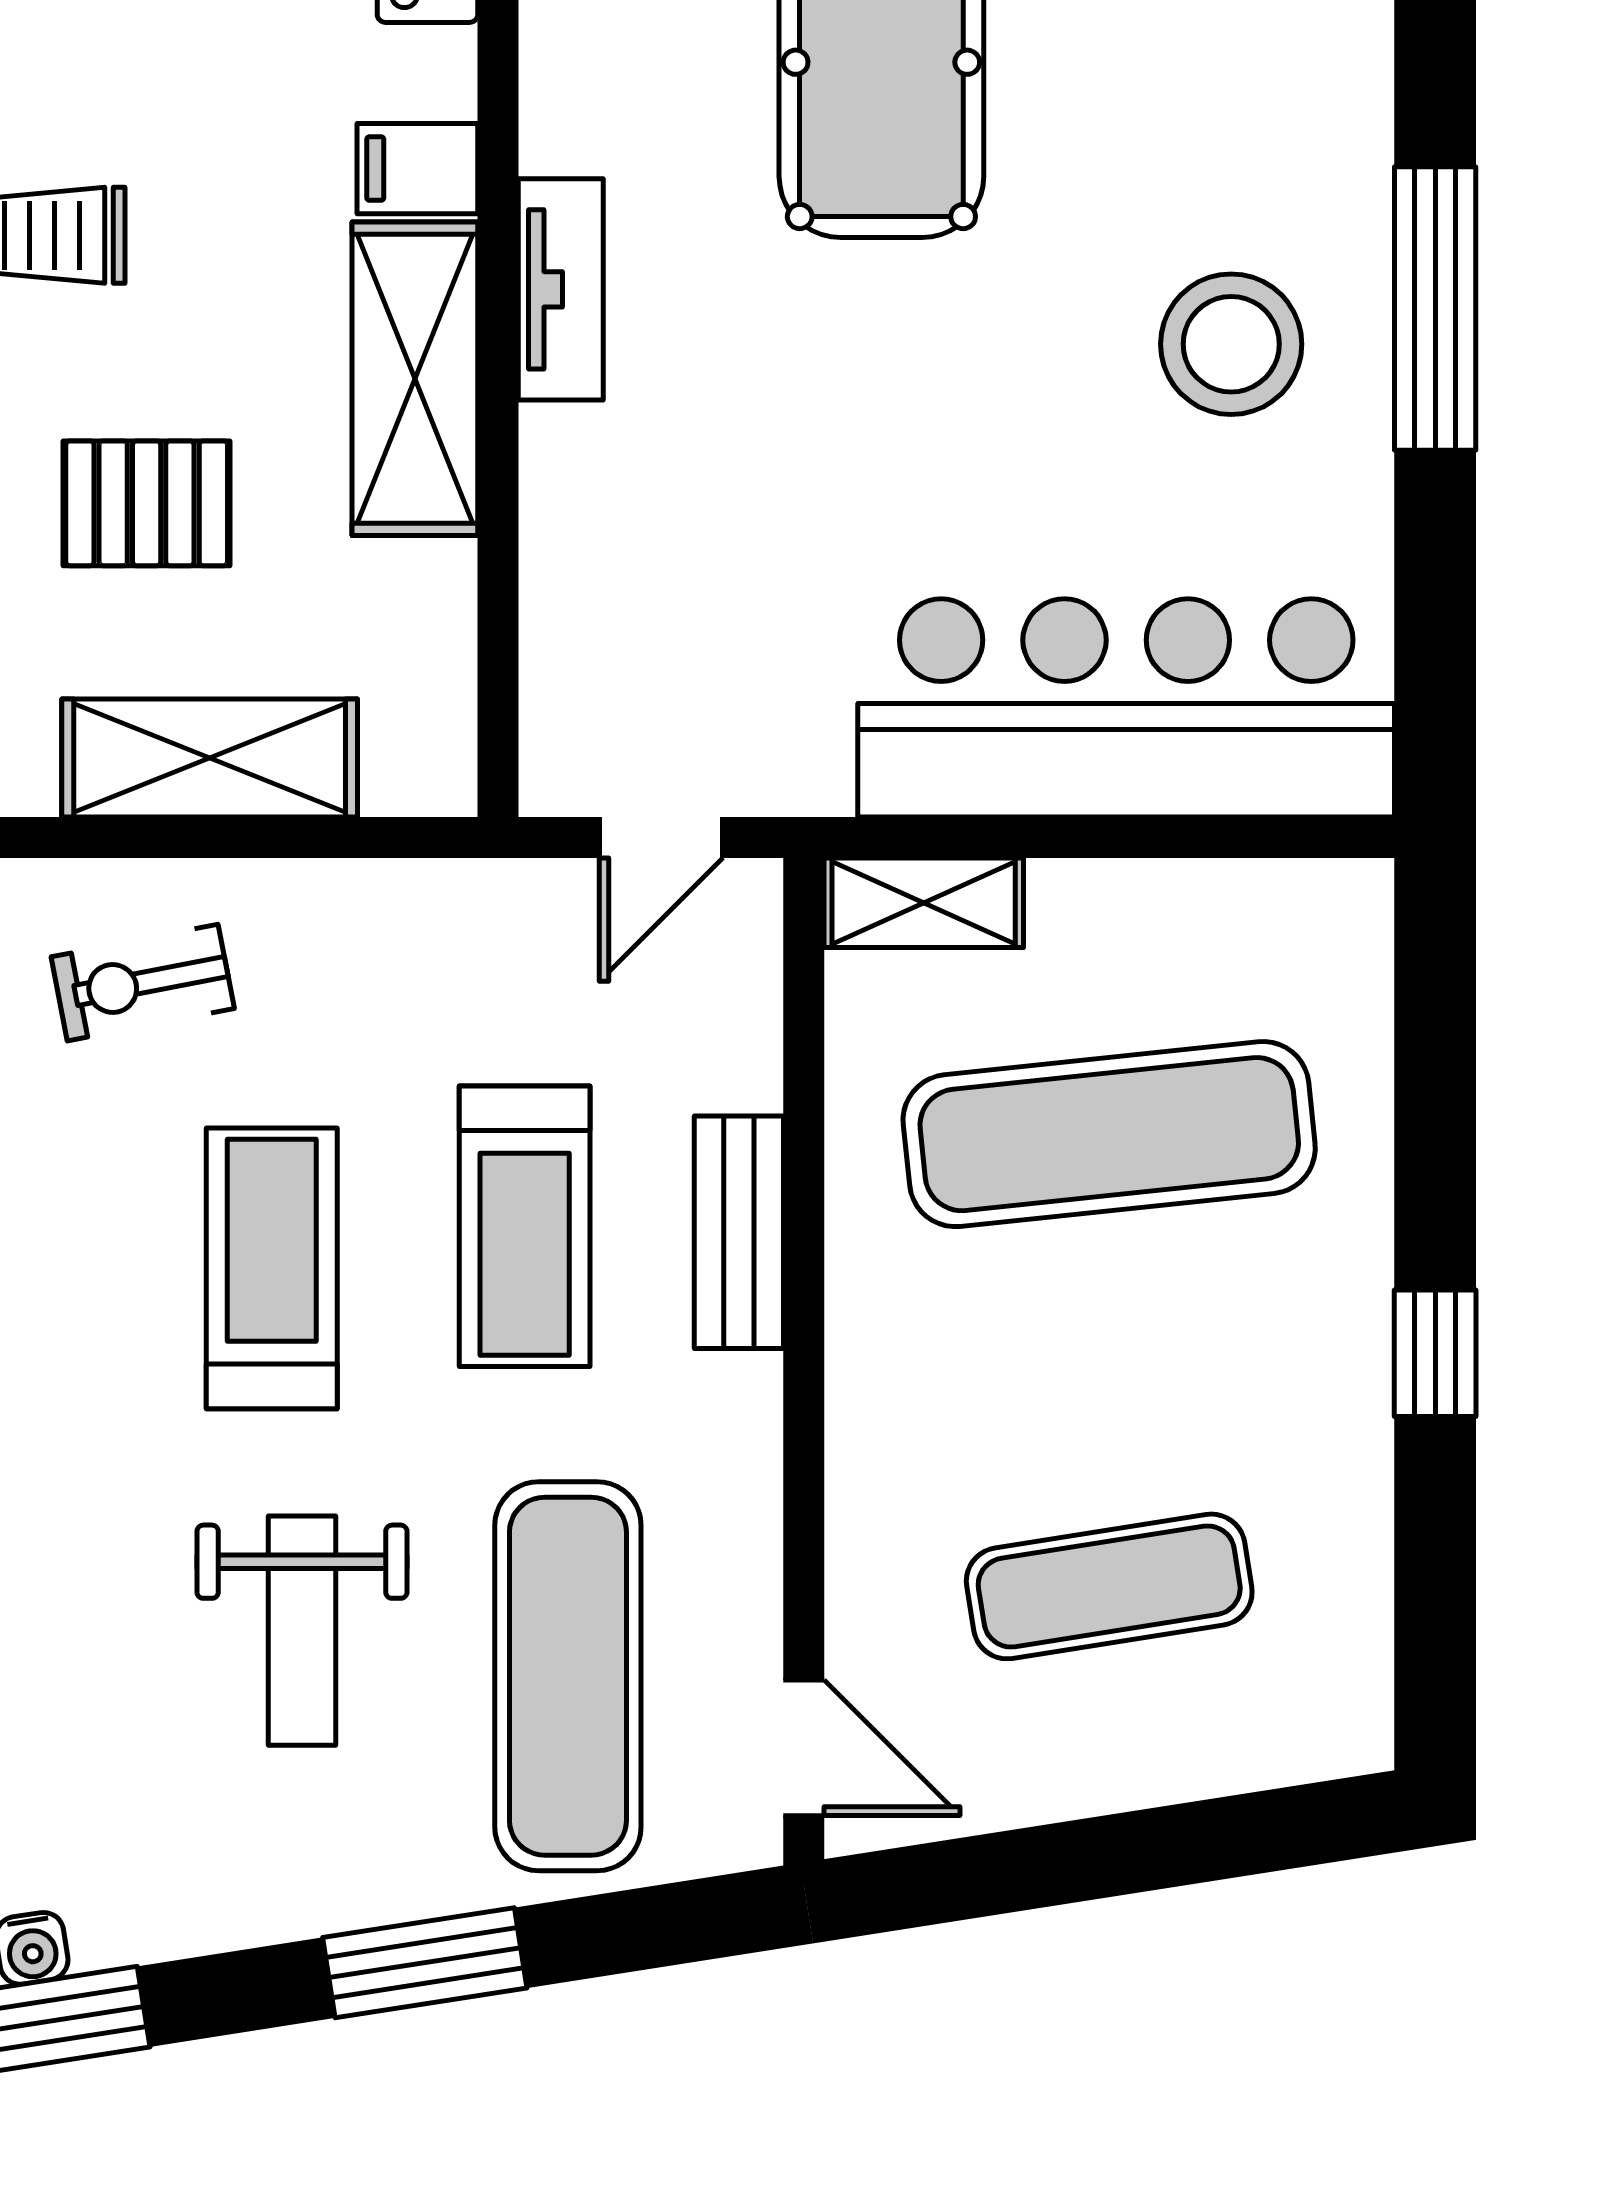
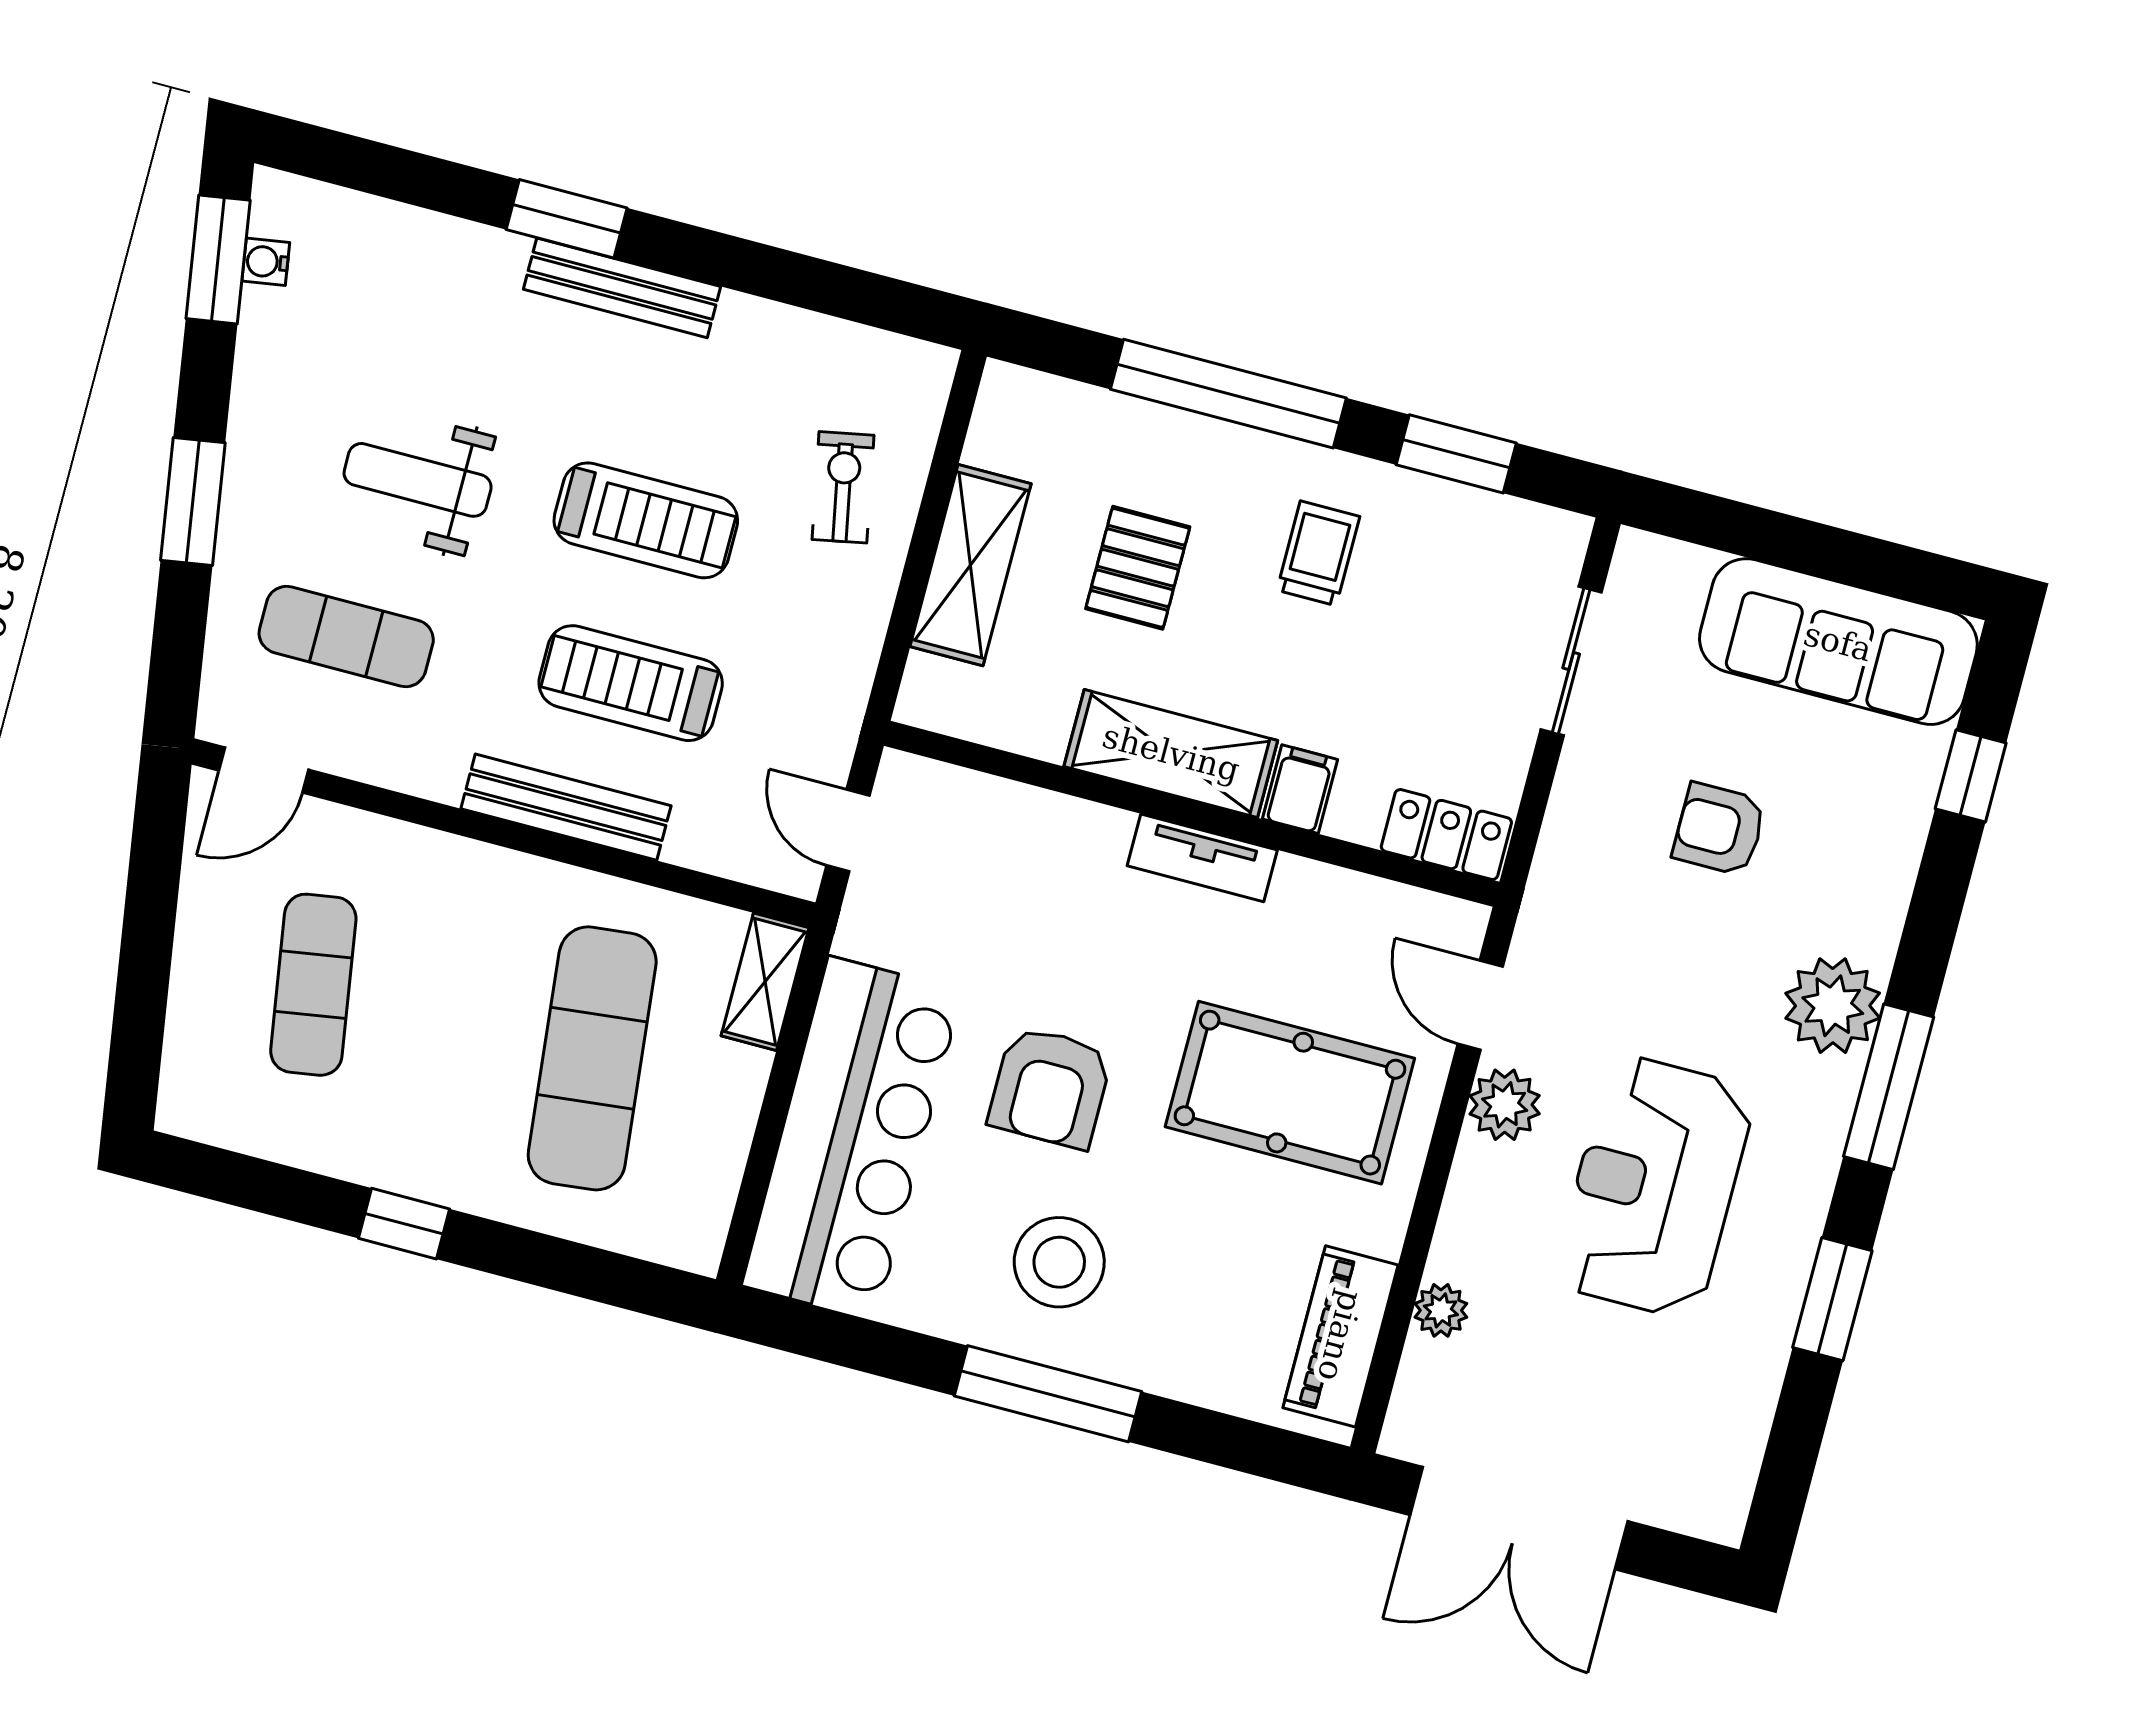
armchair: (970, 428) -> (1050, 1087), added
bench: (739, 1232) -> (566, 807), width x1.36
exercise mat: (568, 1676) -> (346, 636), width x0.73, depth x0.69

